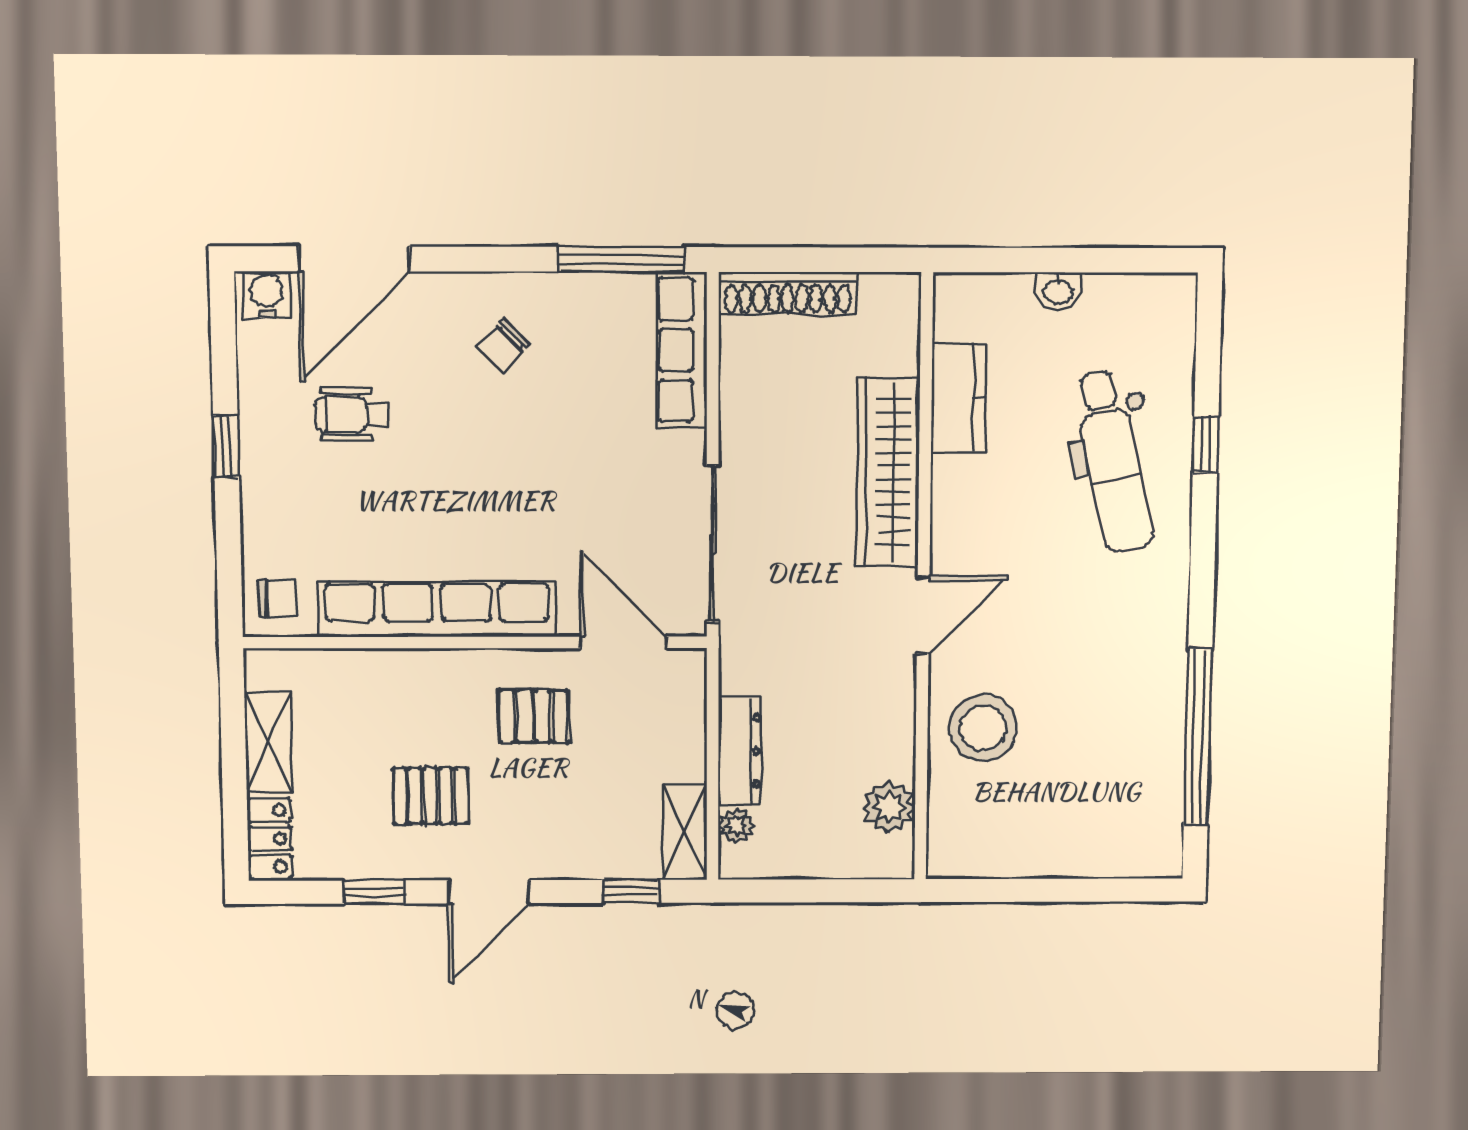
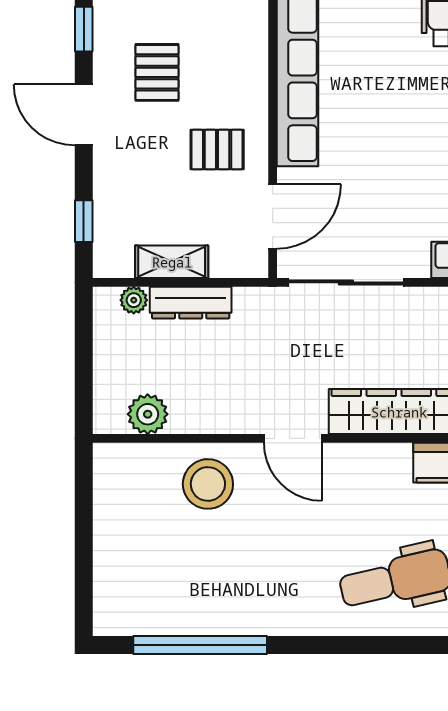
window: (1206, 444) -> (419, 645), removed
pallet: (534, 716) -> (217, 150), turned 90
shelving: (685, 832) -> (172, 262), moved

